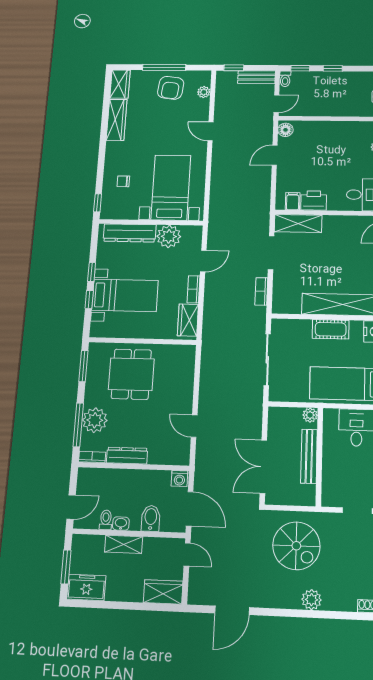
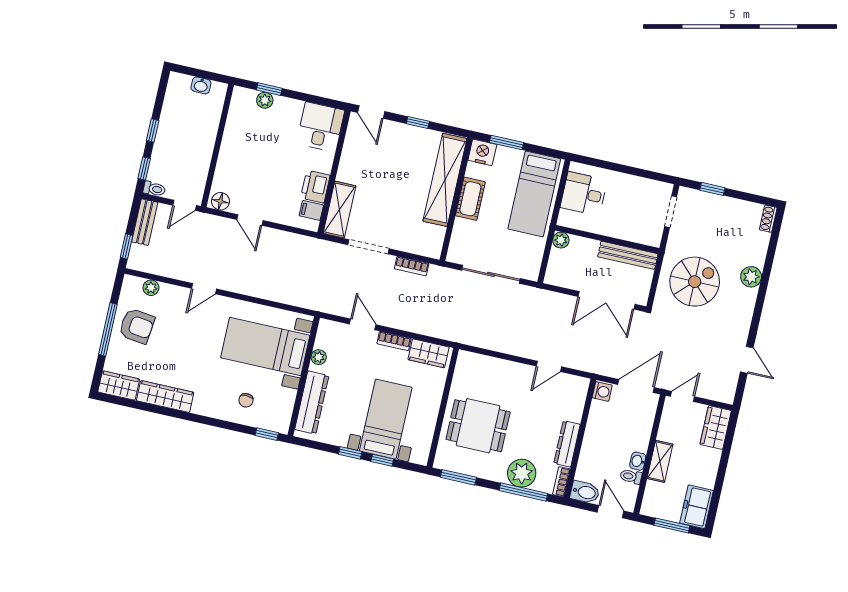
door: (276, 104) -> (185, 205), swing flipped
plant: (169, 236) -> (319, 357), width x0.53, depth x0.53
bench: (309, 456) -> (628, 255), moved
bidet: (151, 518) -> (585, 492), moved, turned 180
door: (232, 610) -> (747, 360), width x0.73

